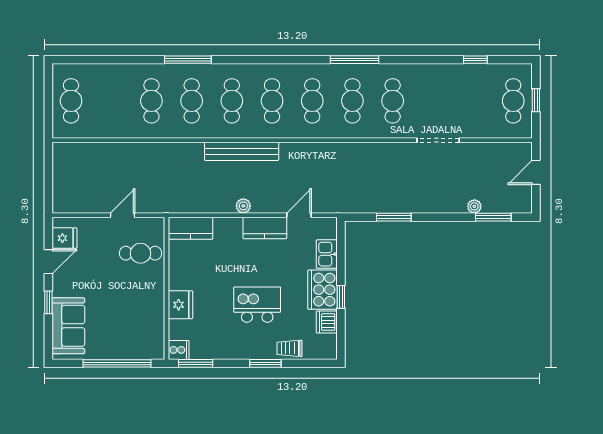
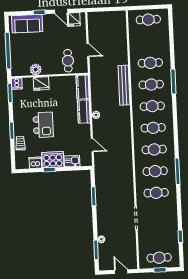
bench: (242, 151) -> (124, 85), moved
kitchen counter: (265, 228) -> (84, 112), moved
plant: (154, 314) -> (36, 70), added

